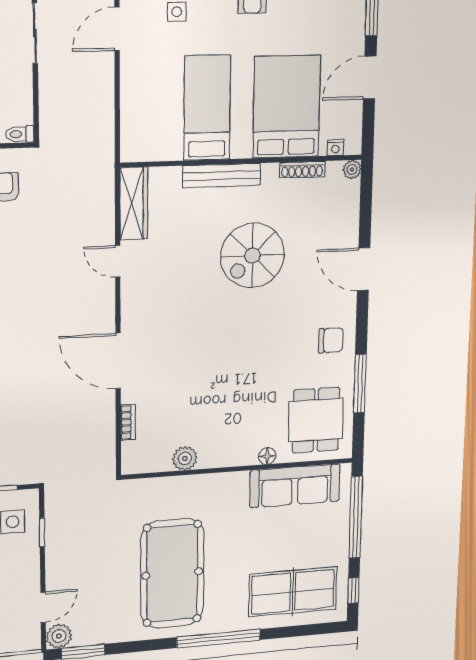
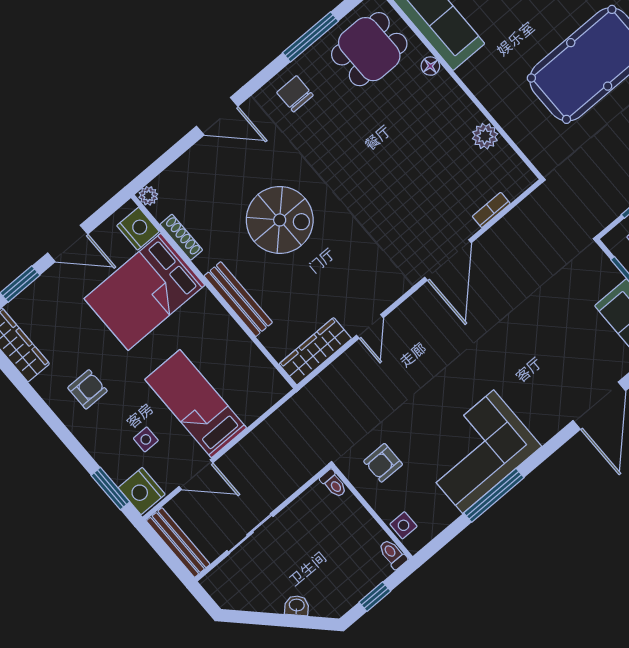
bed: (207, 108) -> (196, 404), moved, turned 90
nightstand: (335, 148) -> (138, 229), width x1.89, depth x1.79
door: (364, 269) -> (217, 116), hinge flipped

